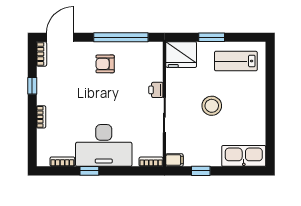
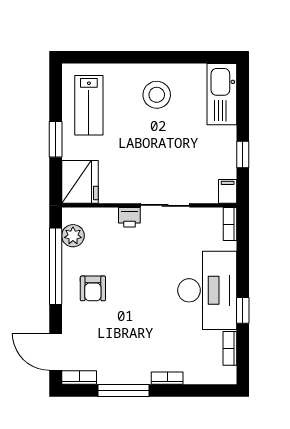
plant: (143, 50) -> (73, 236), added
window: (32, 86) -> (123, 391), width x2.17
stool: (212, 106) -> (157, 95), moved

